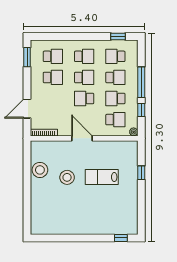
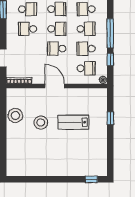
school desk: (53, 77) -> (27, 29), turned 180

